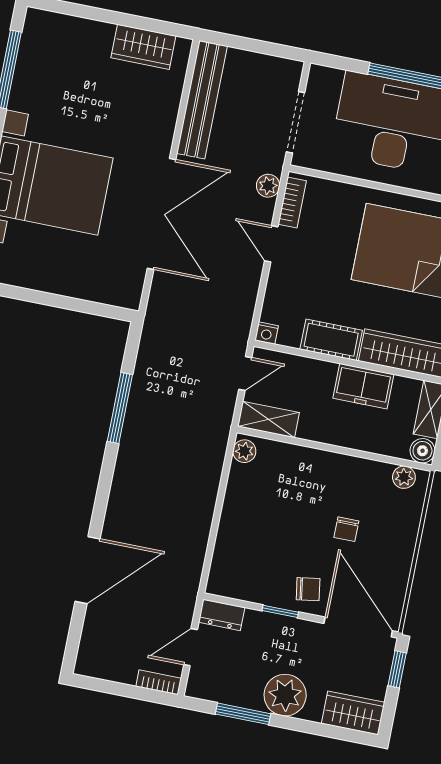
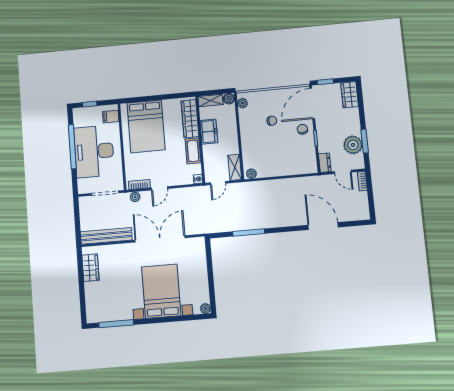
door: (245, 373) -> (218, 183), swing flipped
plant: (285, 695) -> (353, 145), moved

